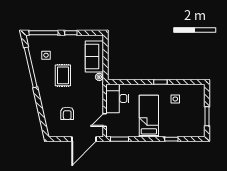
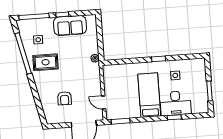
sofa: (94, 56) -> (70, 26), moved, turned -90
rug: (63, 75) -> (46, 62), moved, turned 90
desk: (117, 98) -> (176, 103), moved, turned -90
door: (105, 120) -> (104, 102), hinge flipped

